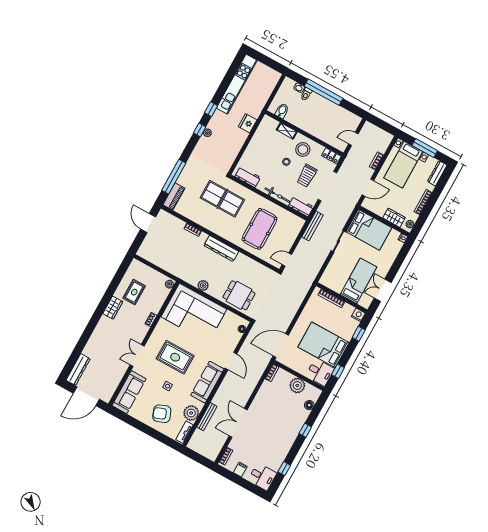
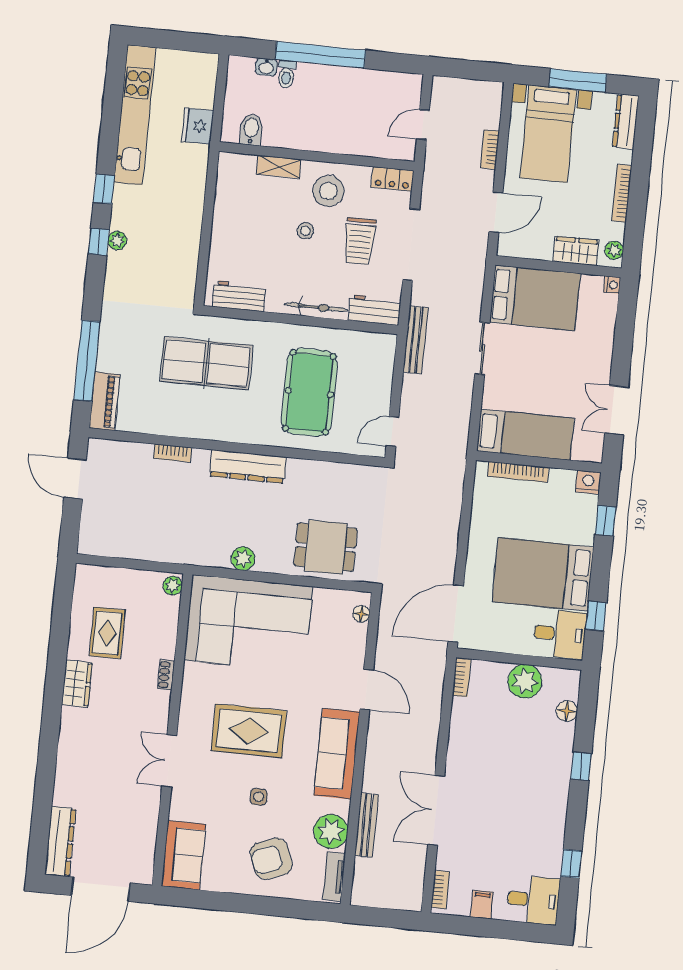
fridge: (248, 123) -> (198, 126), moved
bed: (358, 281) -> (525, 435), moved, turned 90
sofa: (129, 392) -> (184, 855), width x0.73

